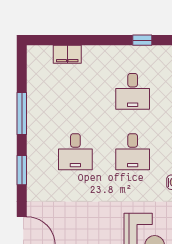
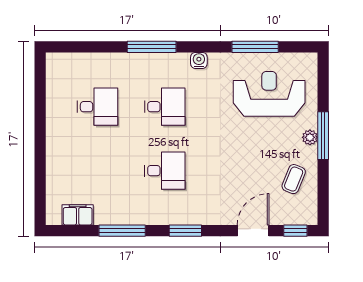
window: (142, 40) -> (40, 96), removed
filing cabinet: (67, 54) -> (78, 215), moved, turned -90

